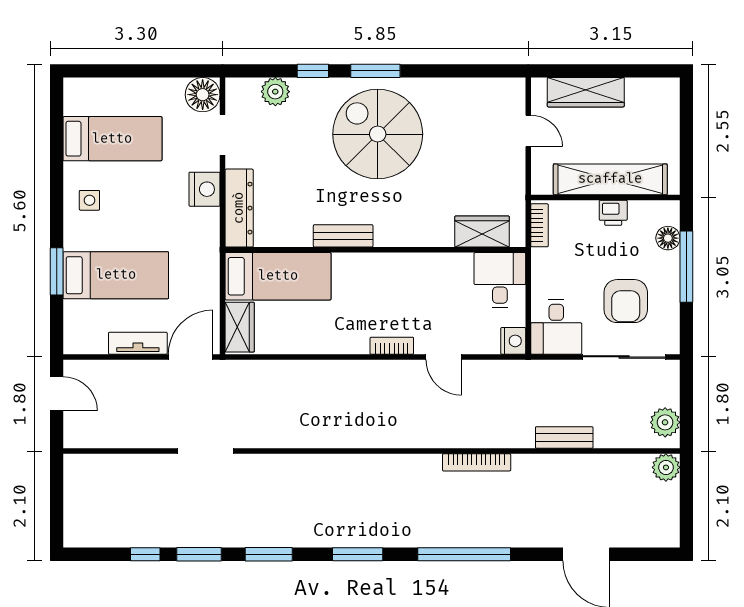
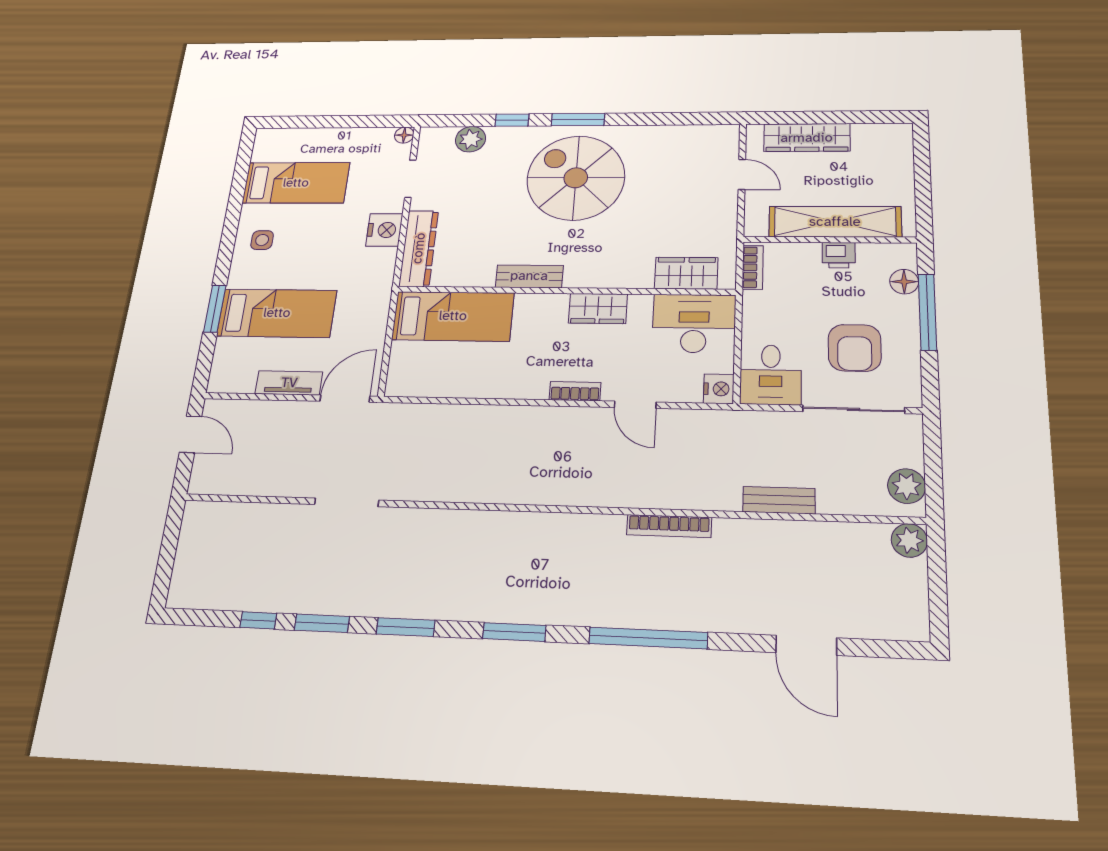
floor lamp: (203, 95) -> (404, 135), width x0.53, depth x0.53
desk: (500, 280) -> (694, 323), width x1.37
wardrobe: (240, 327) -> (598, 309), moved, turned 90

